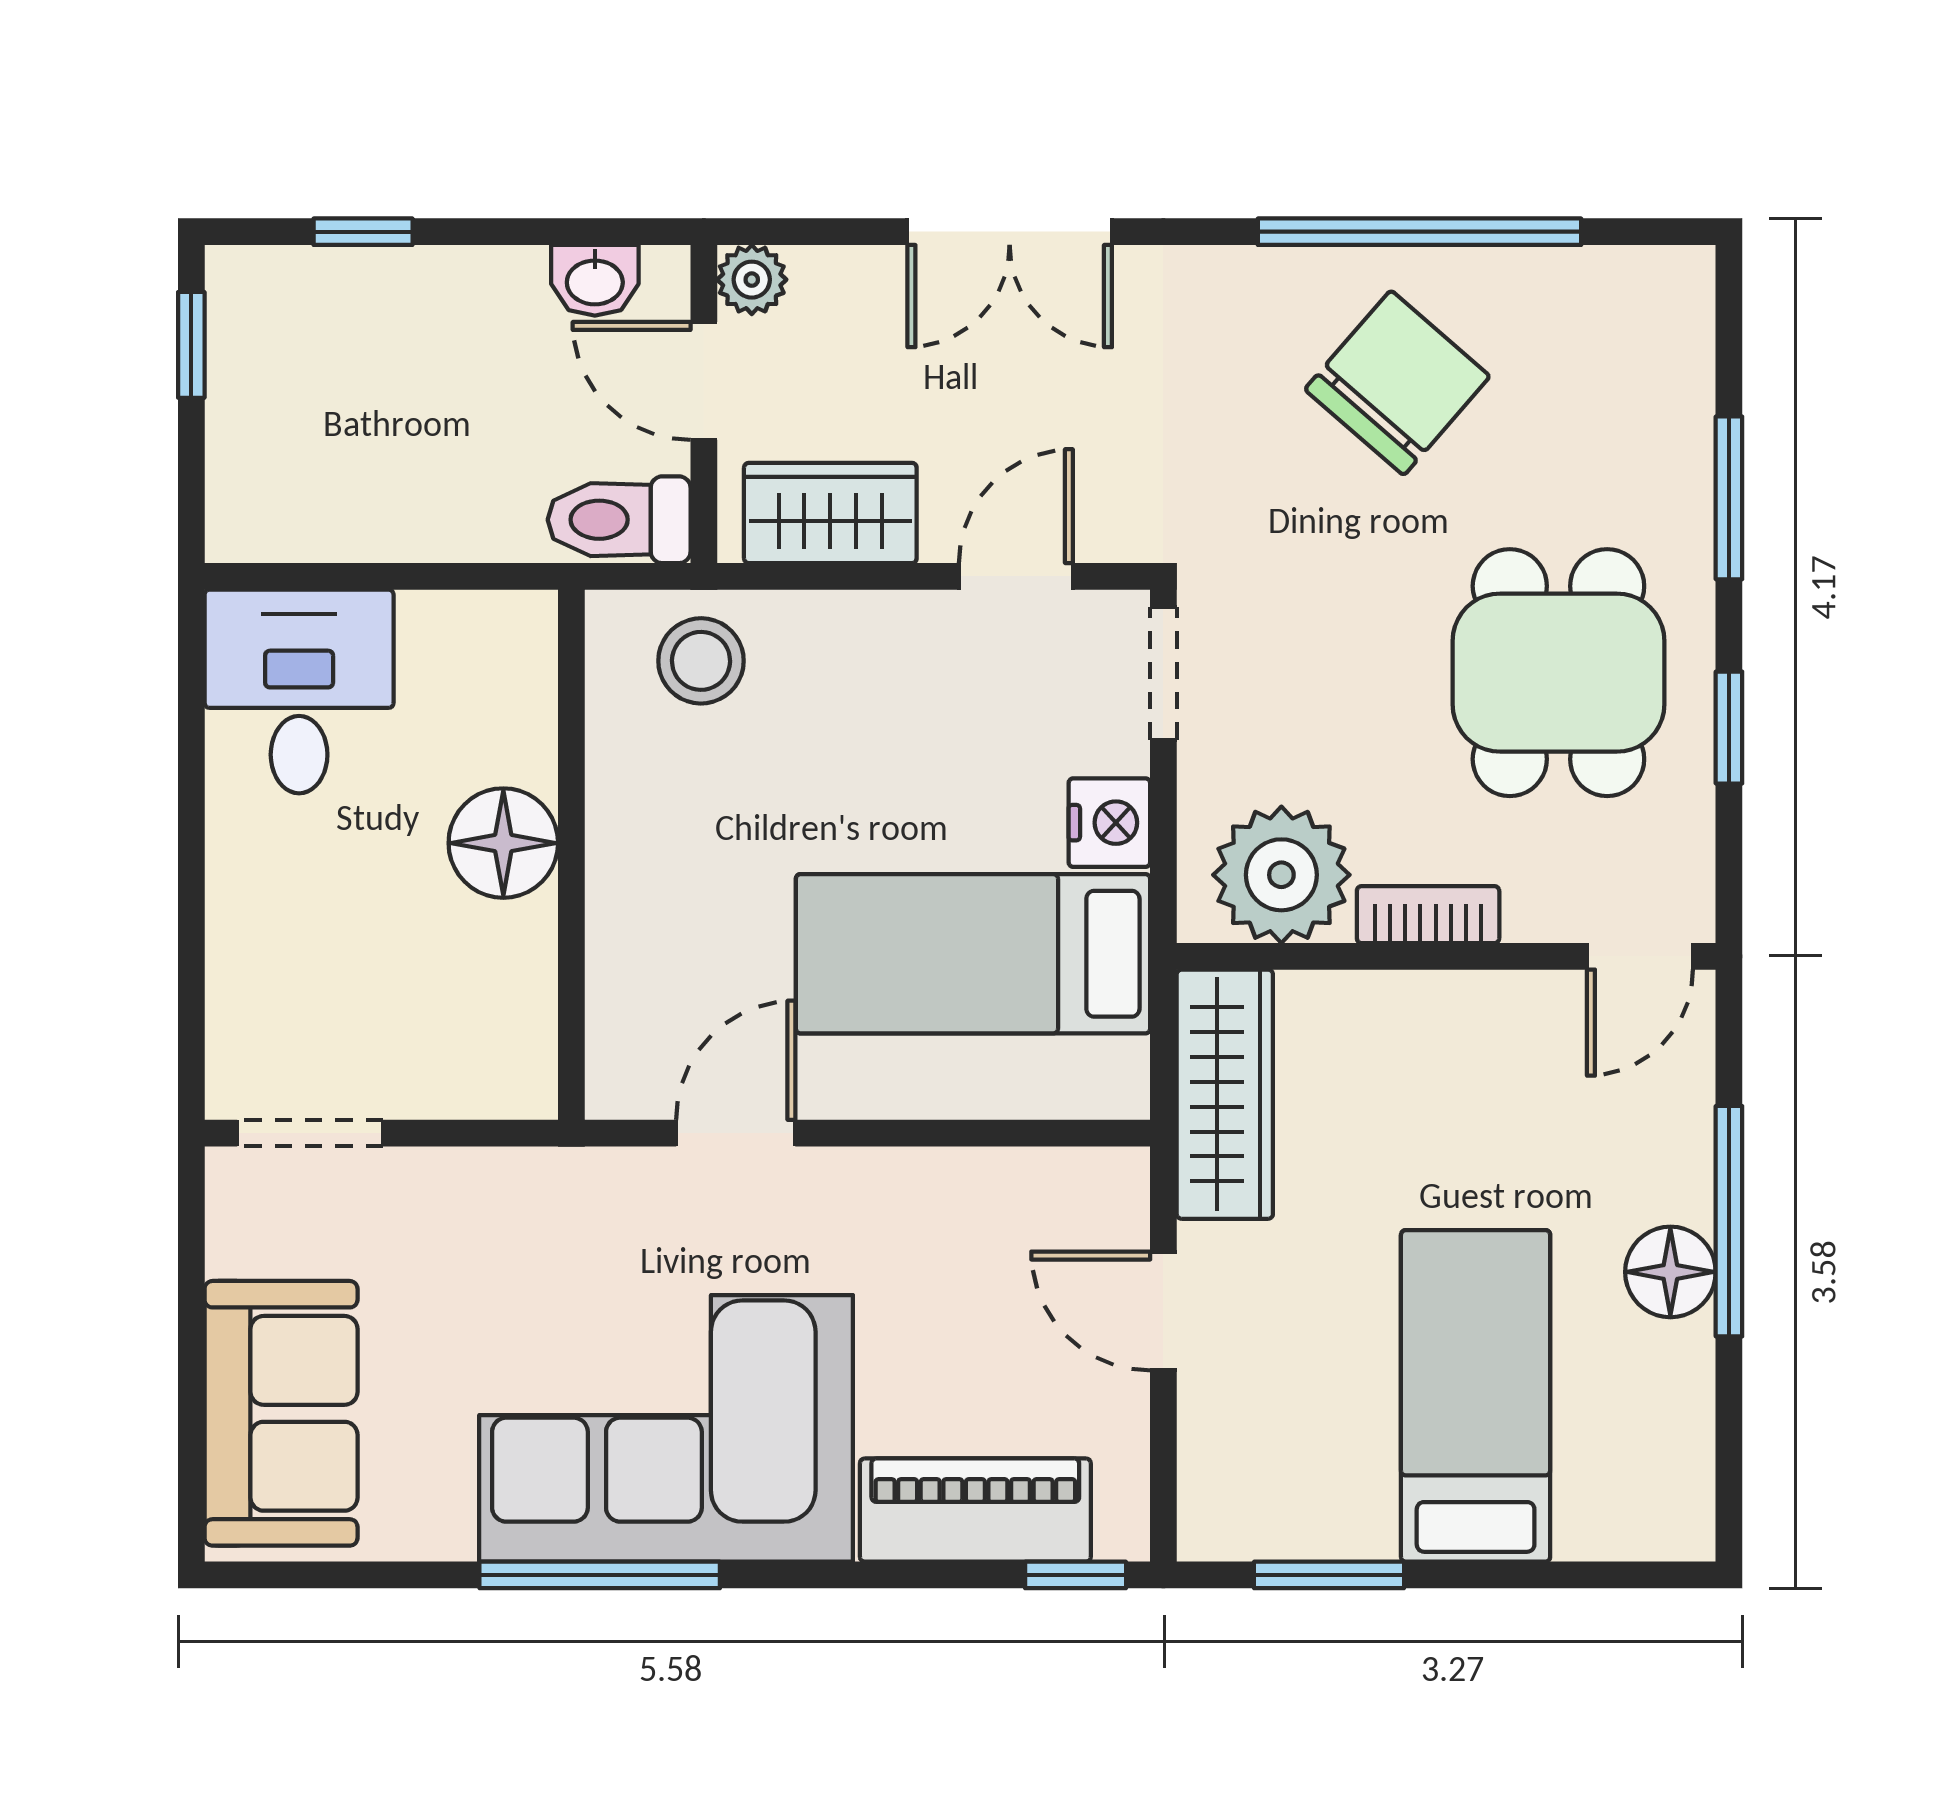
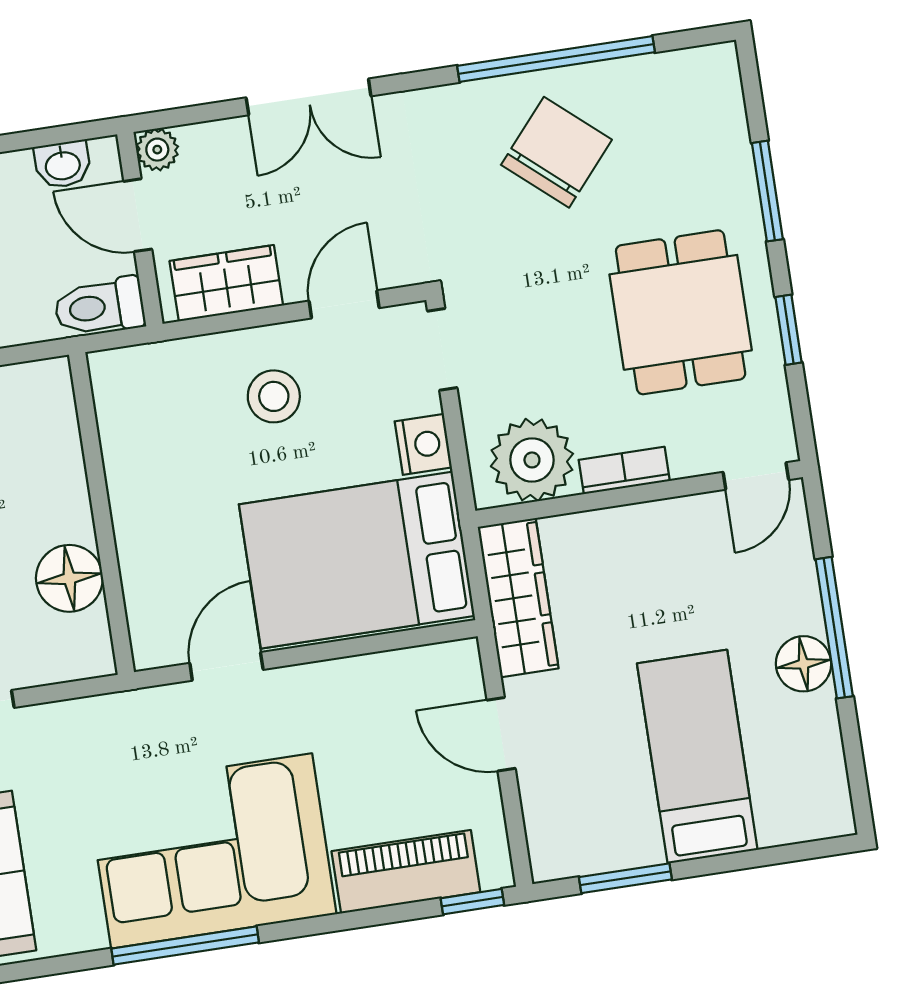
stool: (701, 661) -> (274, 396), moved
floor lamp: (503, 843) -> (69, 578), moved
bed: (973, 954) -> (357, 560), width x1.50

